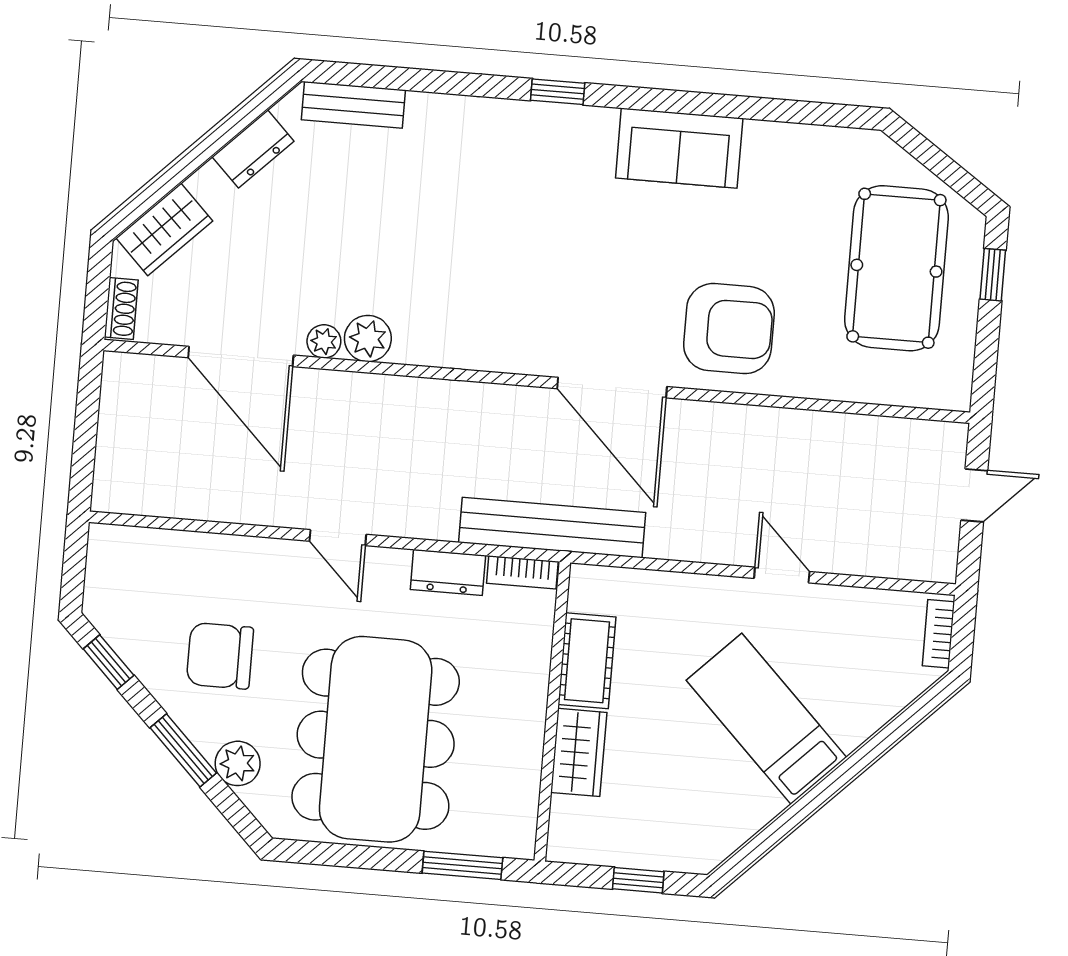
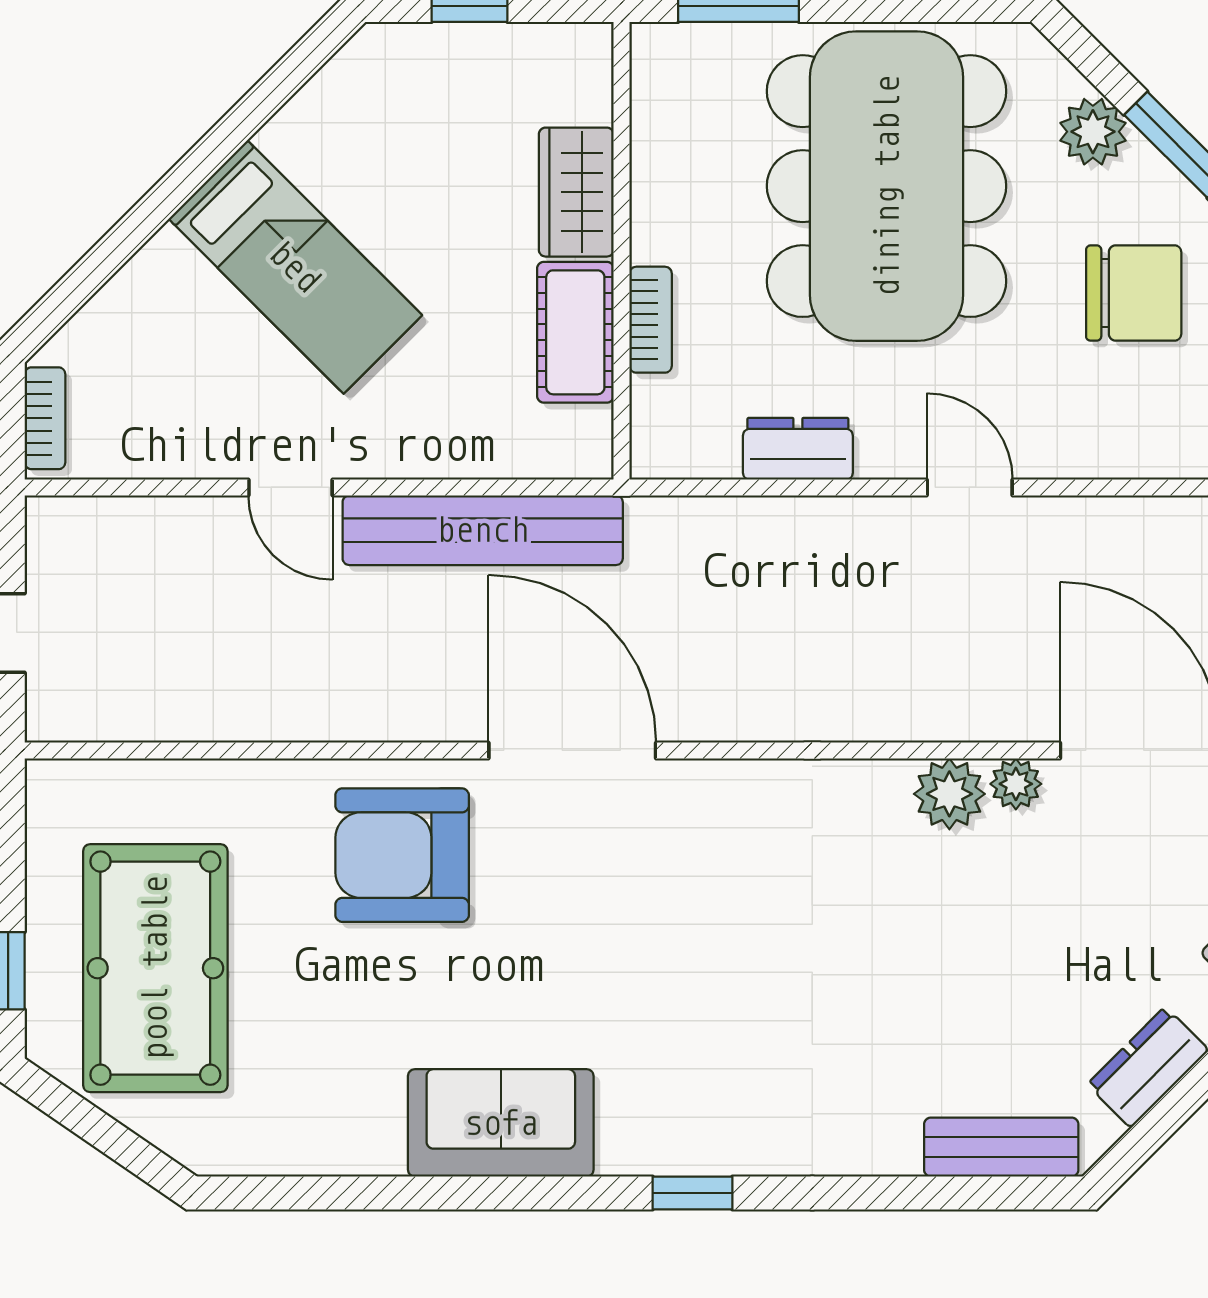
bench: (552, 528) -> (483, 530), moved
bookcase: (522, 572) -> (651, 320), moved, turned 90

